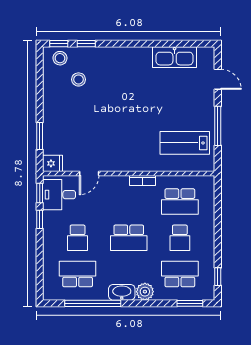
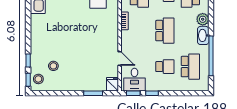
school desk: (78, 274) -> (190, 67), turned 180

